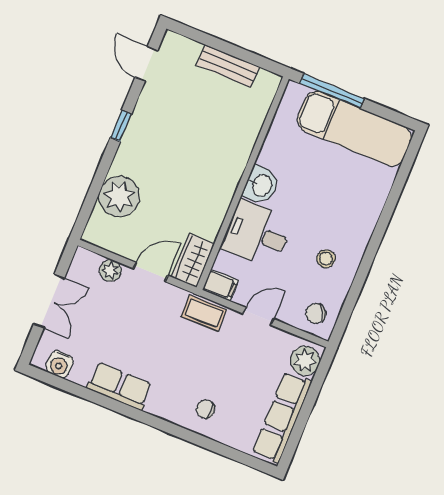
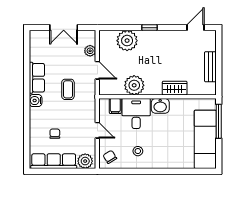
window: (121, 126) -> (149, 28), moved
plant: (205, 217) -> (134, 85), added
wardrobe: (193, 260) -> (175, 88), moved
filing cabinet: (220, 285) -> (115, 106), moved
coffee table: (204, 313) -> (68, 89), moved
water cooler: (59, 364) -> (36, 101), moved
chair: (206, 409) -> (55, 134), moved

